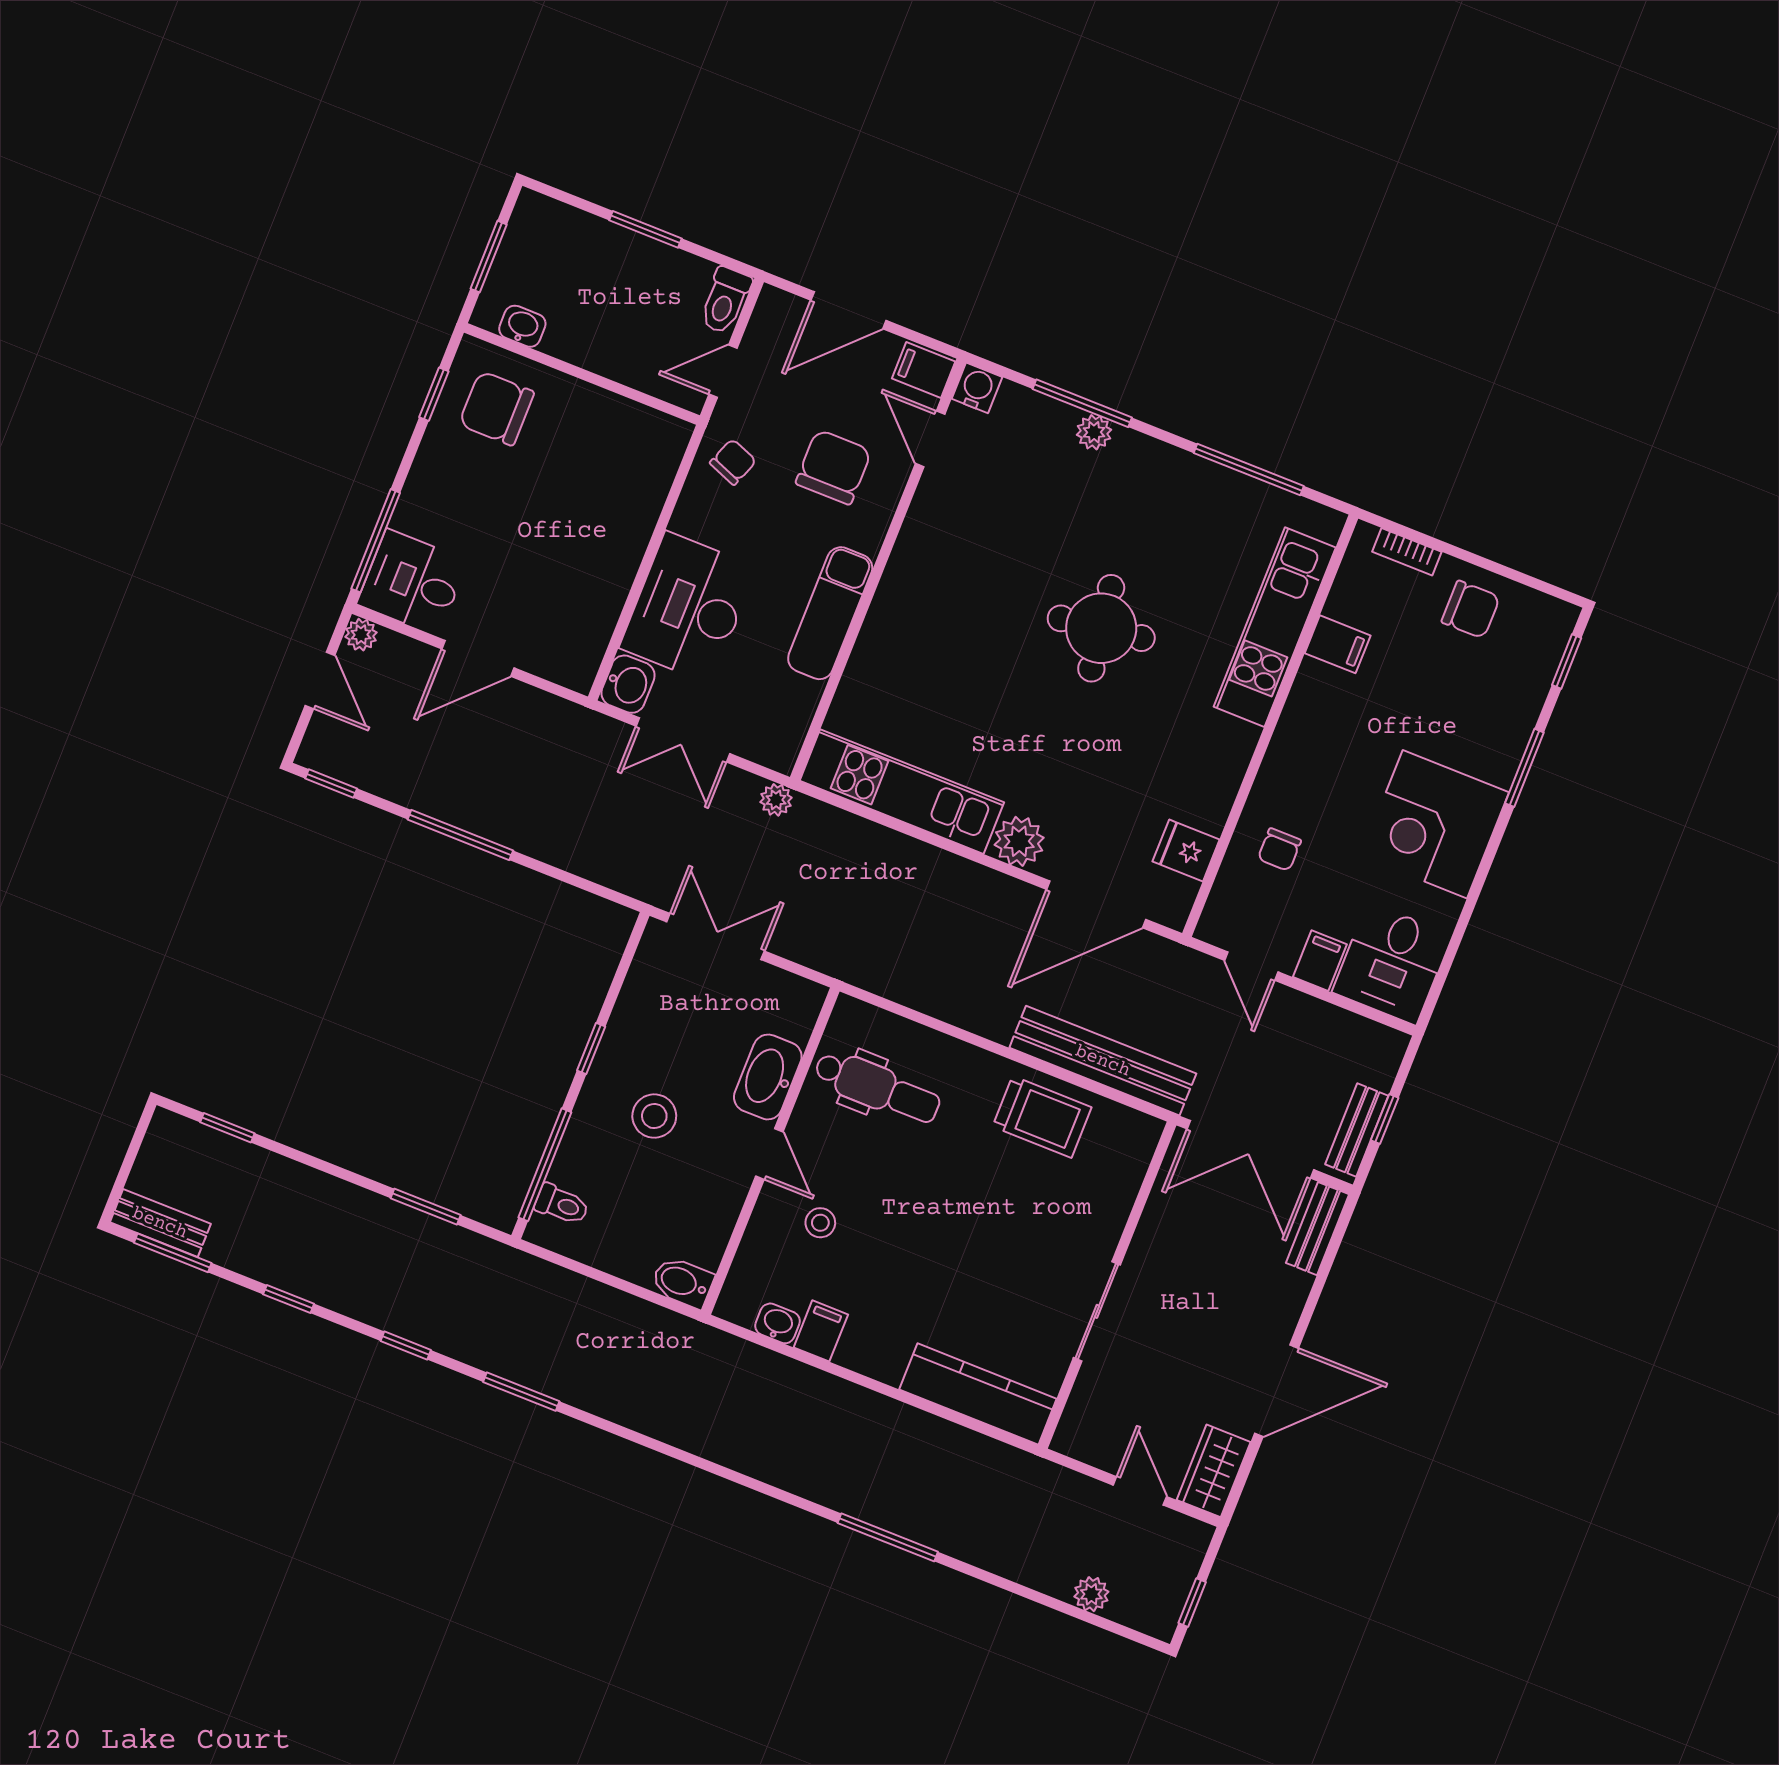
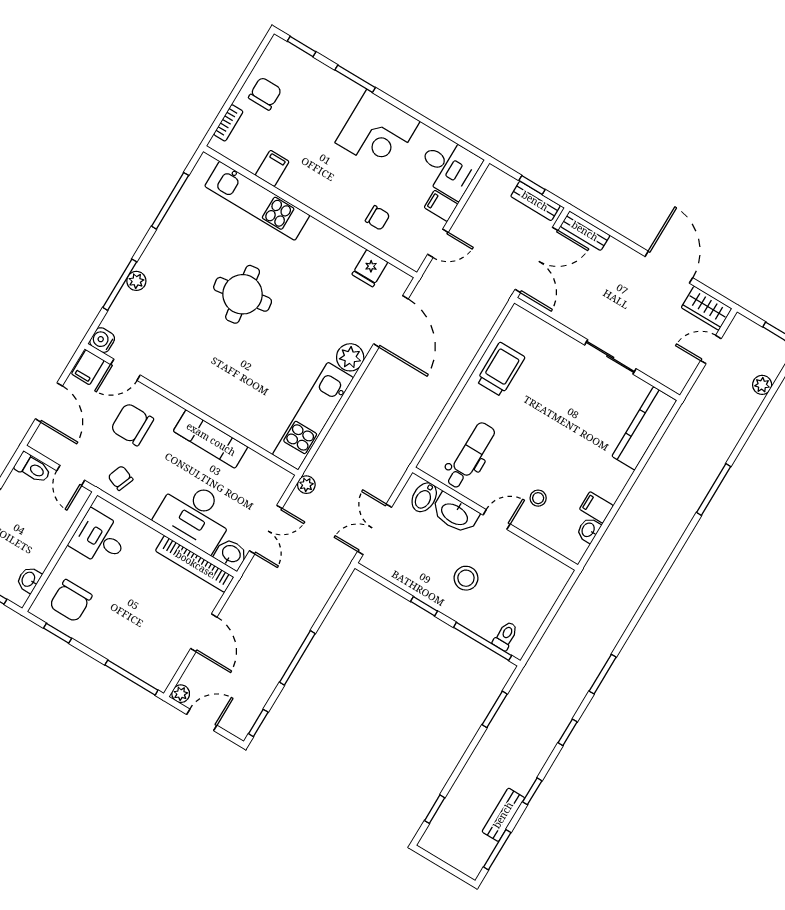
desk: (412, 582) -> (99, 538), moved, turned 90
bookcase: (600, 621) -> (195, 564), added
bench: (1103, 1061) -> (476, 332), removed
bench: (160, 1223) -> (503, 815), moved
bidet: (682, 1282) -> (424, 497), moved

